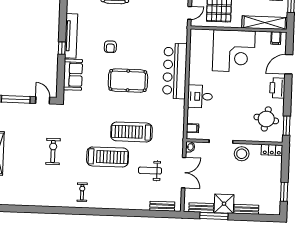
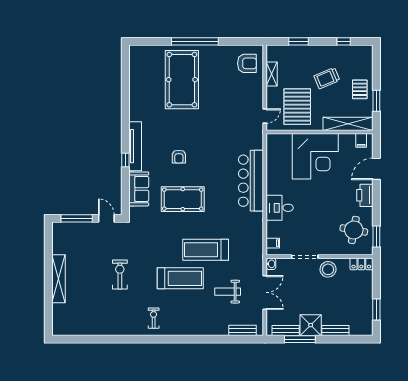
pool table: (128, 81) -> (183, 199), moved

